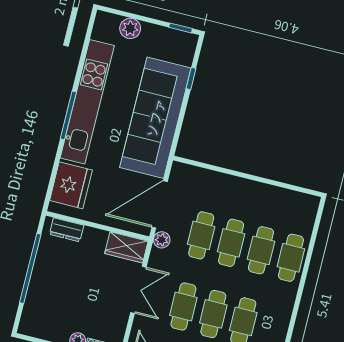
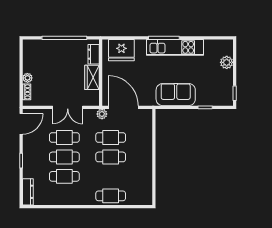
kitchen unit: (87, 102) -> (175, 47), width x0.73
sofa: (155, 118) -> (176, 95), width x0.54, depth x0.79
wardrobe: (126, 247) -> (92, 77), moved
cafe table: (261, 250) -> (111, 176), removed

